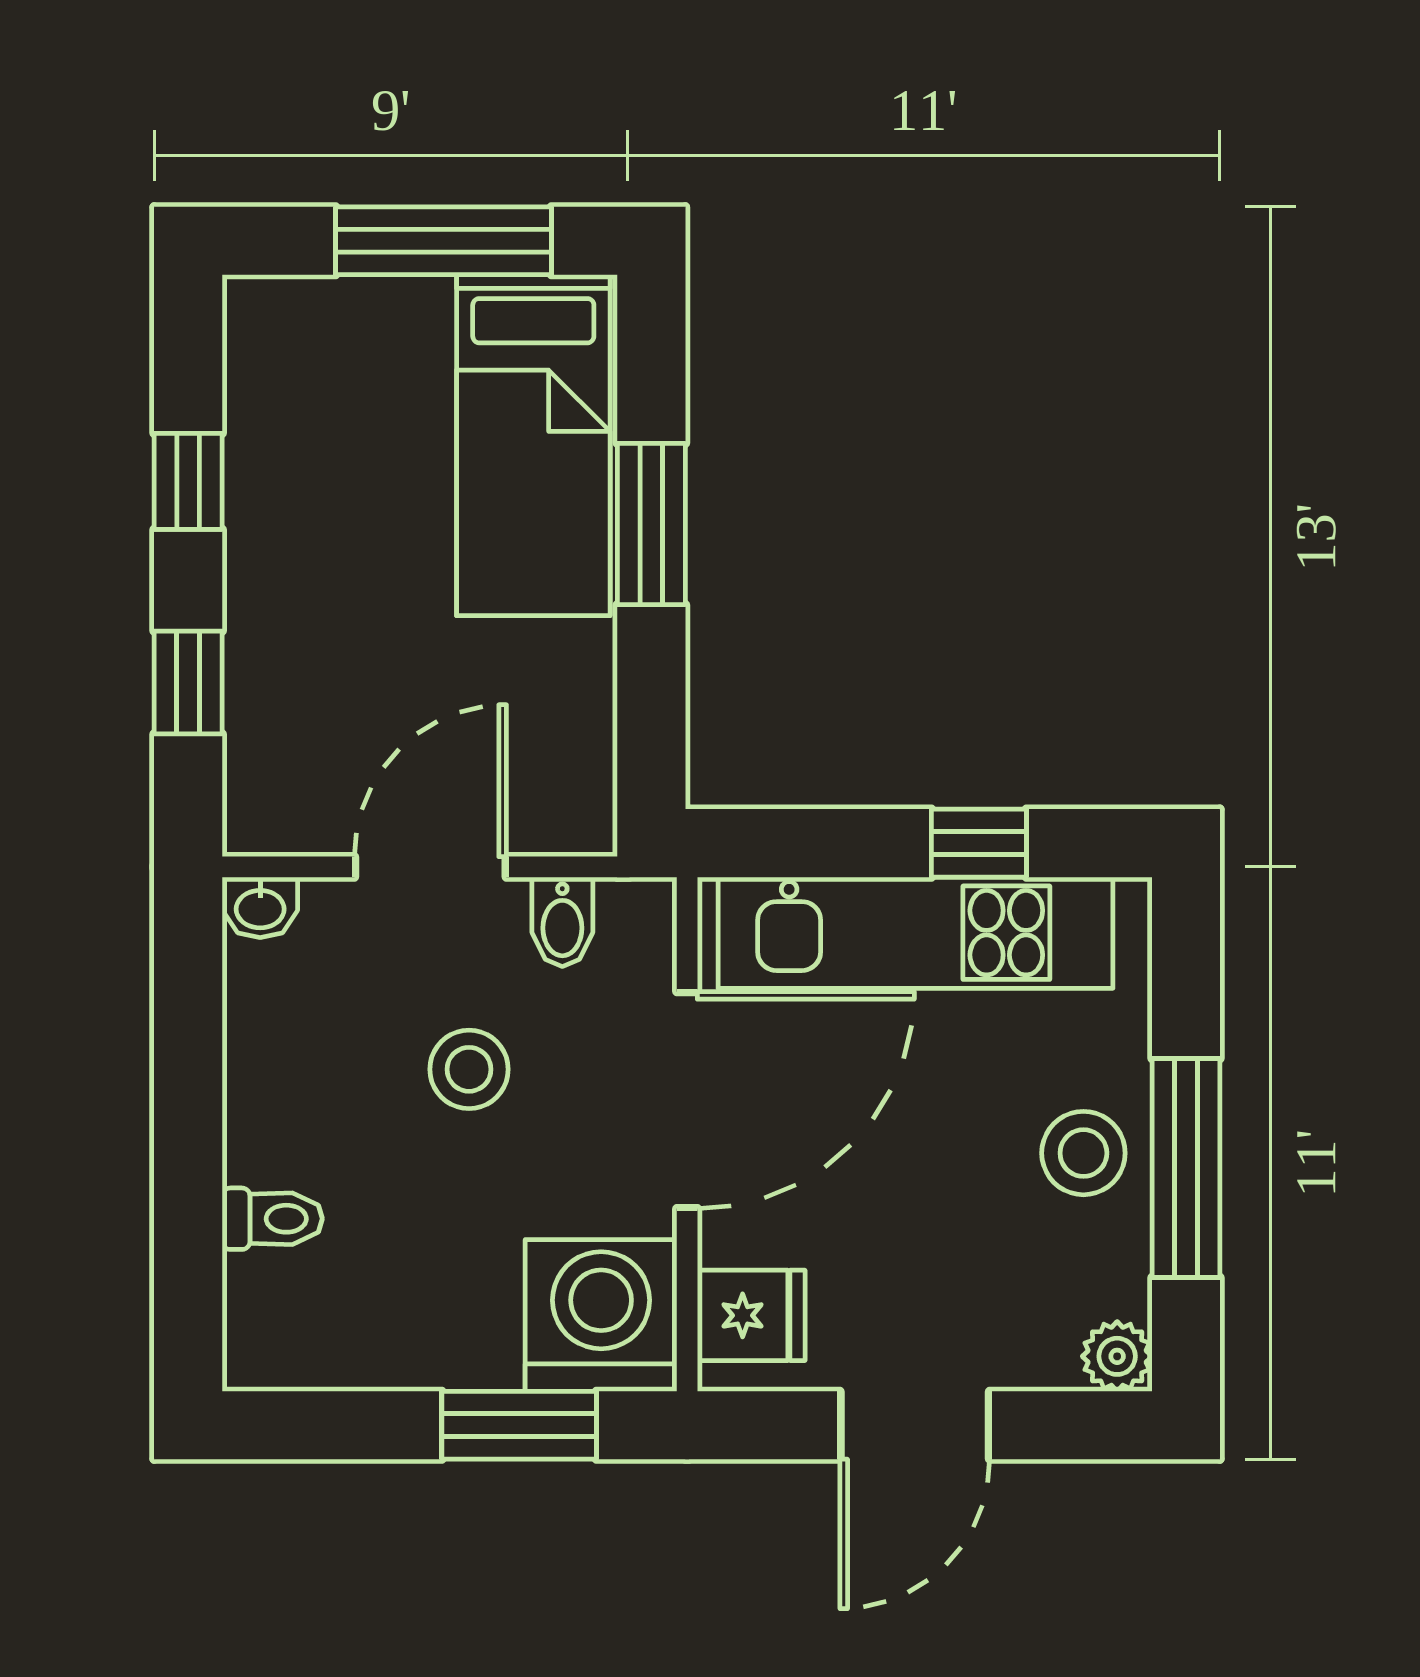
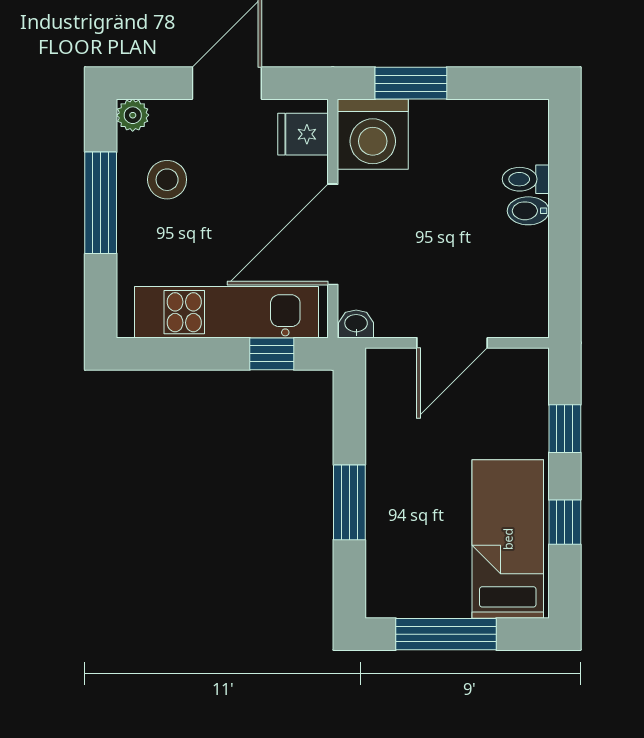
bed: (533, 445) -> (508, 539), moved
window: (979, 843) -> (272, 354), moved
washbasin: (260, 907) -> (356, 324), moved
bidet: (562, 922) -> (528, 211), moved, turned -90
stool: (469, 1069) -> (434, 249), removed
stool: (1083, 1153) -> (167, 180), moved

